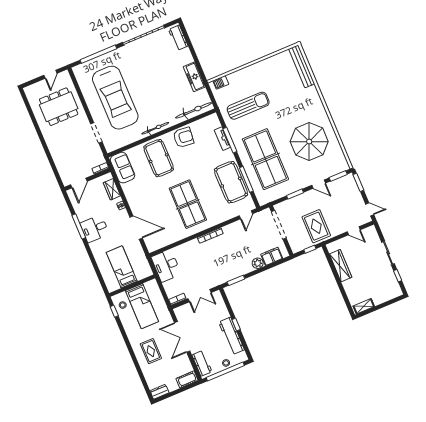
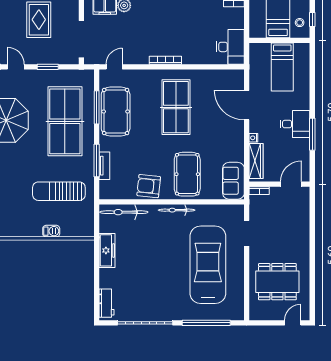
door: (50, 74) -> (293, 323), moved
barbecue: (221, 82) -> (51, 231), moved
wardrobe: (112, 189) -> (256, 161), width x1.50

